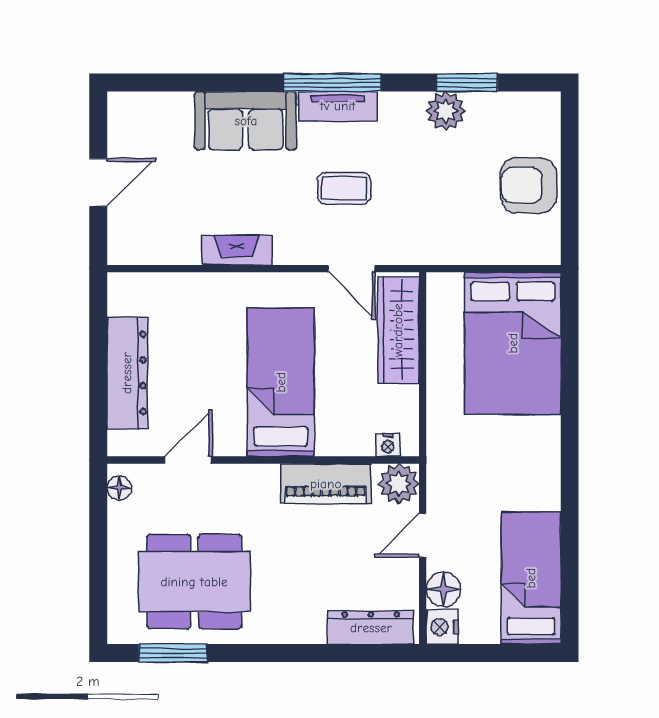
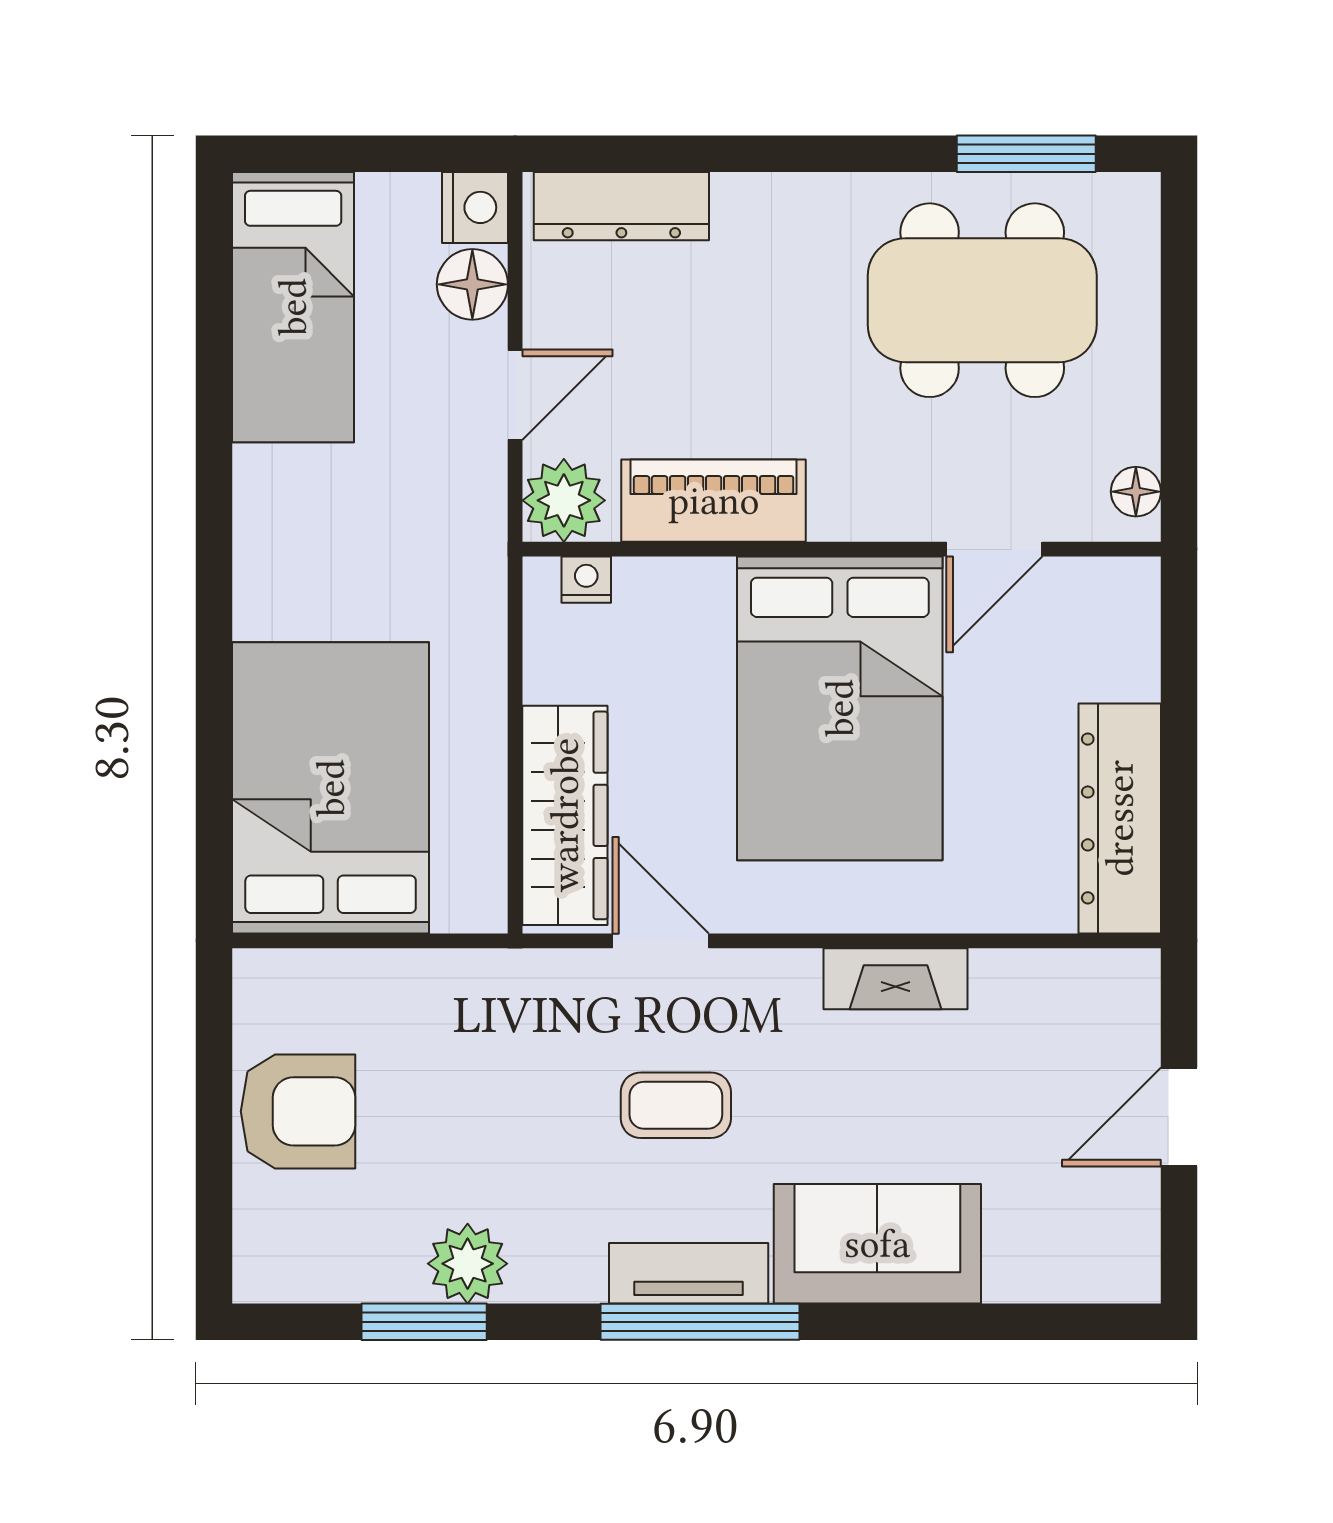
dresser: (127, 373) -> (1120, 818), moved
bed: (281, 382) -> (840, 708), width x1.50

